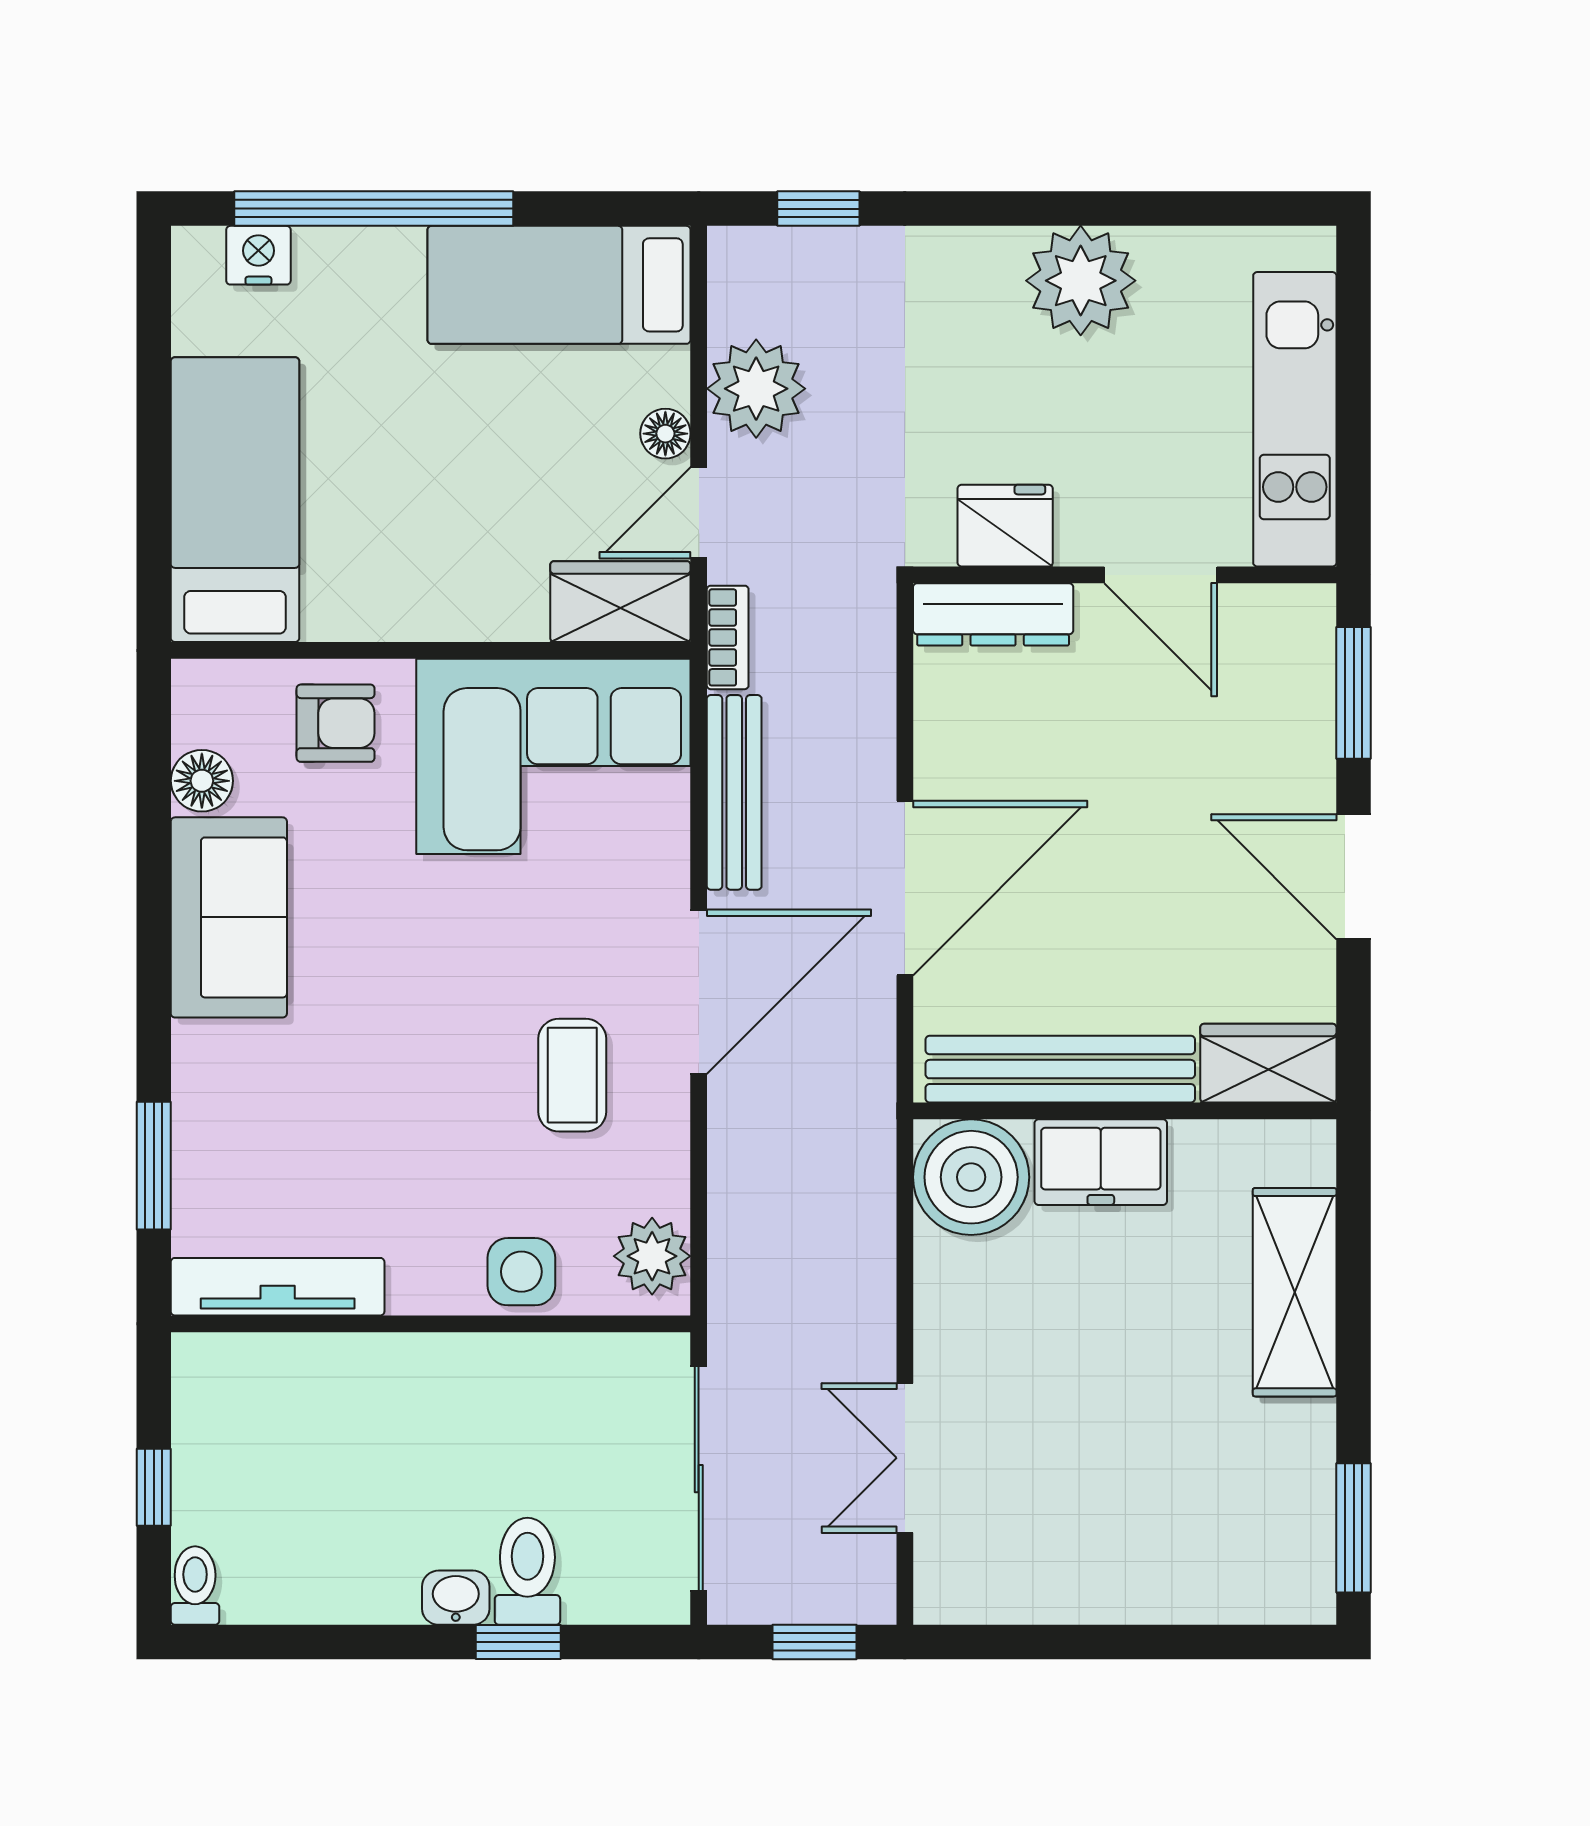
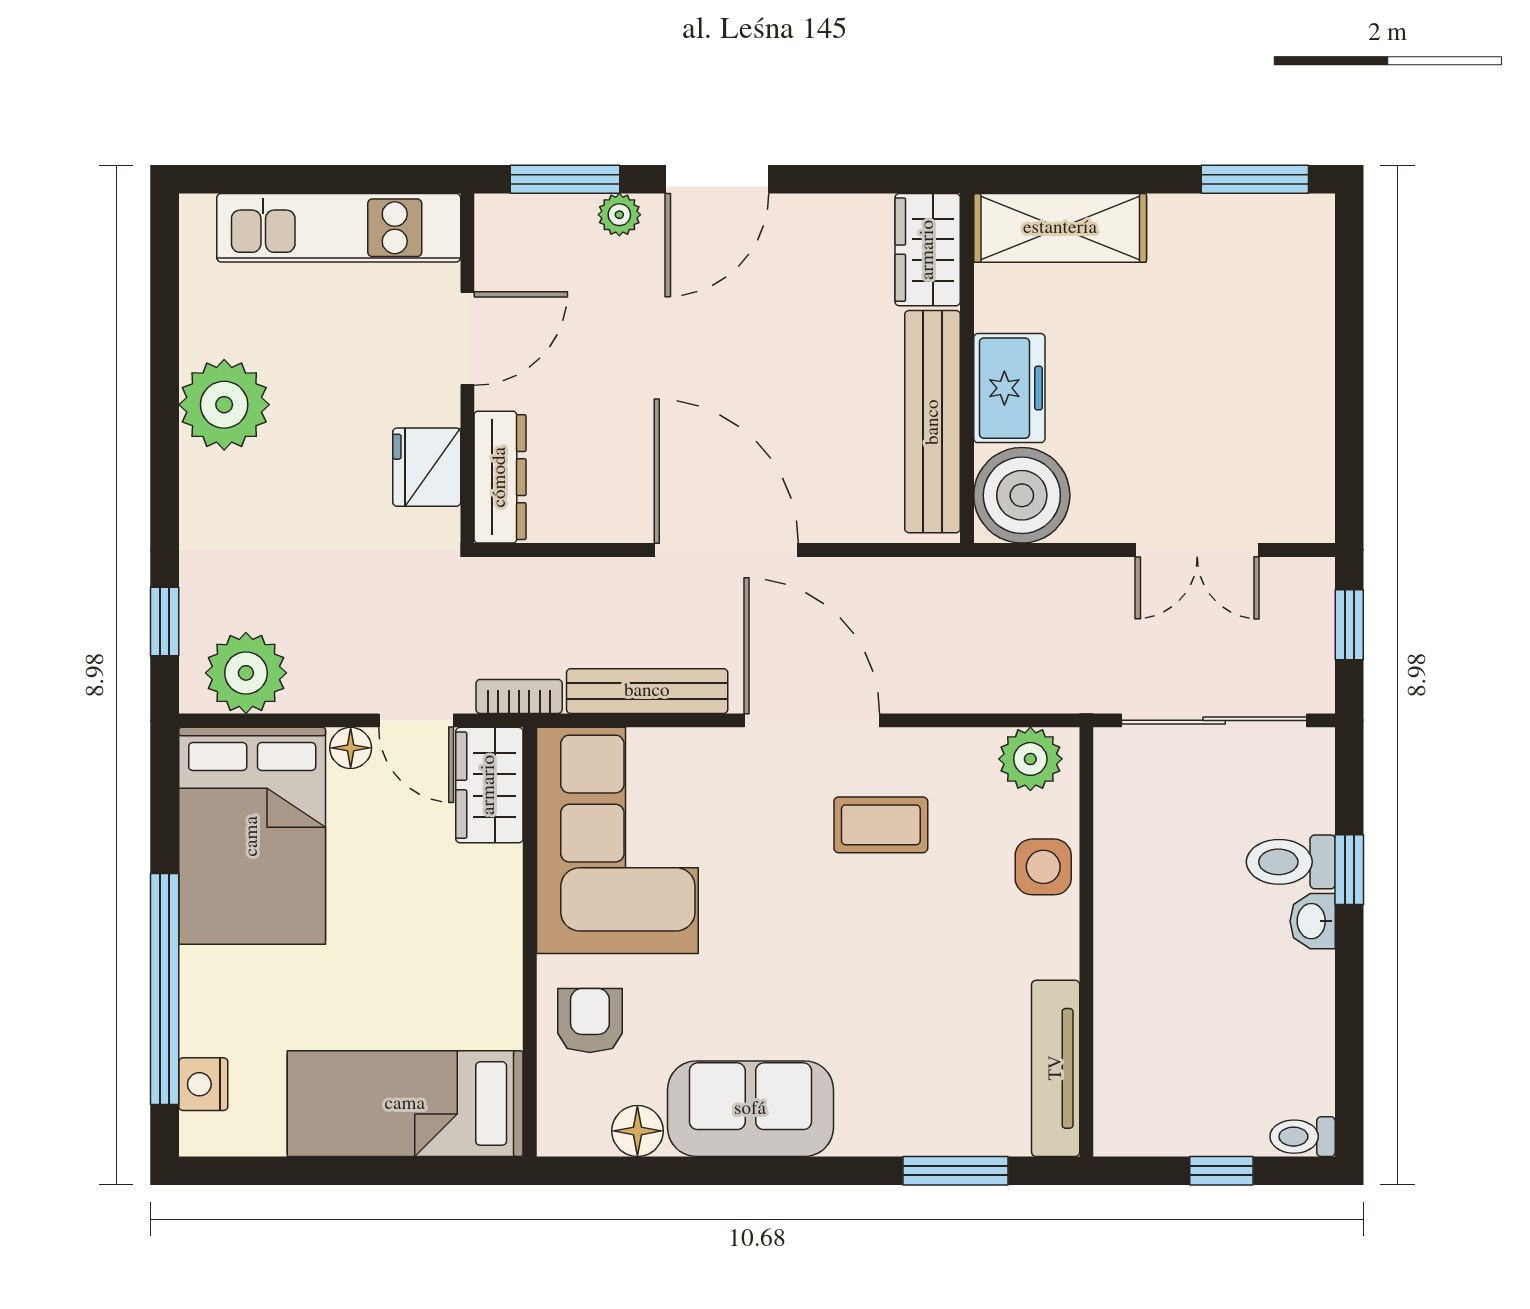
bed: (559, 285) -> (252, 836), width x1.50
plant: (756, 389) -> (246, 673), moved
plant: (1311, 759) -> (619, 215), added
wardrobe: (1268, 1063) -> (928, 250), moved
bench: (1060, 1069) -> (933, 422), moved
wall: (1125, 1111) -> (967, 368), moved
freezer: (1101, 1162) -> (1009, 388), moved
boiler: (971, 1177) -> (1022, 495), moved

